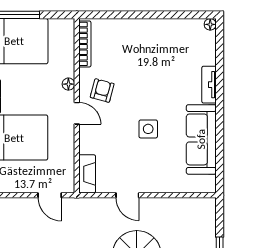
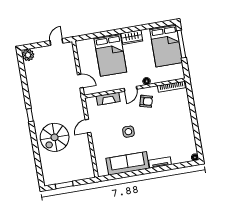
fireplace: (87, 174) -> (108, 99), moved
door: (50, 195) -> (80, 81), swing flipped

